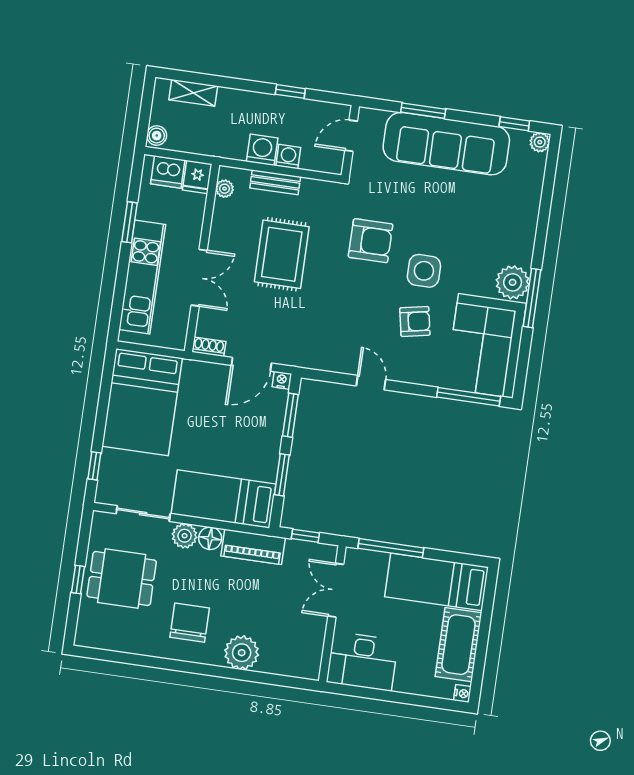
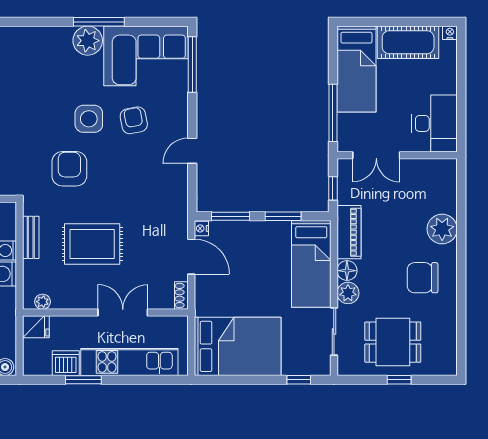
dishwasher: (168, 172) -> (66, 363), moved, turned -90
bench: (275, 182) -> (31, 237), moved
dining table: (122, 578) -> (393, 342), turned 90

